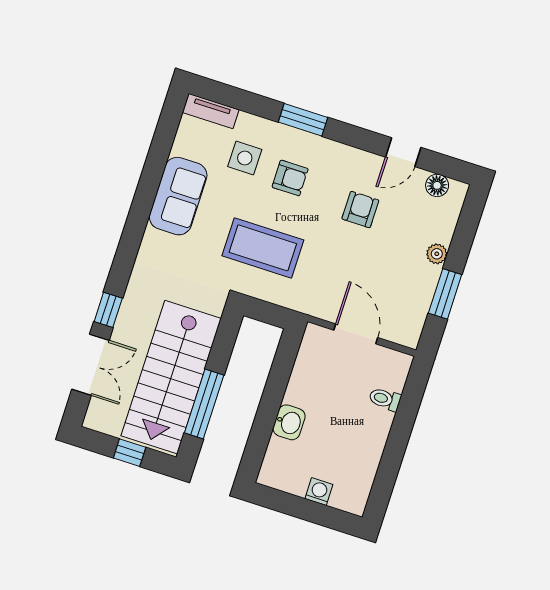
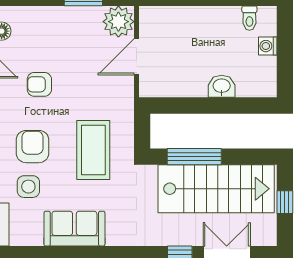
armchair: (290, 178) -> (33, 147), width x1.38, depth x1.38
plant: (437, 254) -> (118, 22), moved, width x1.88, depth x1.88
toilet: (385, 399) -> (249, 18), moved
window: (204, 404) -> (194, 157), moved

